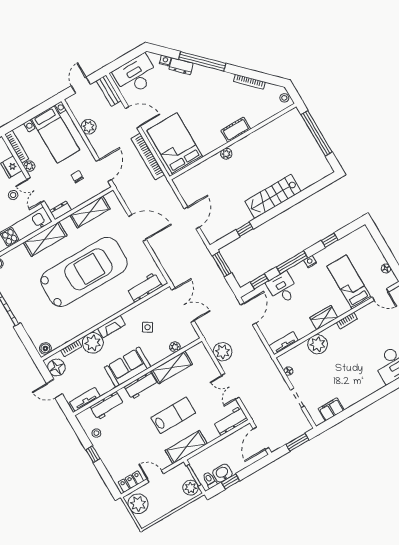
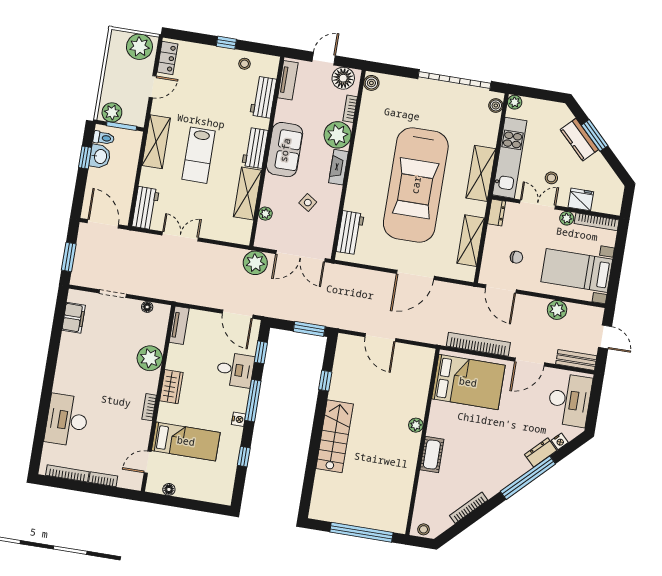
plant: (223, 352) -> (255, 263), moved

